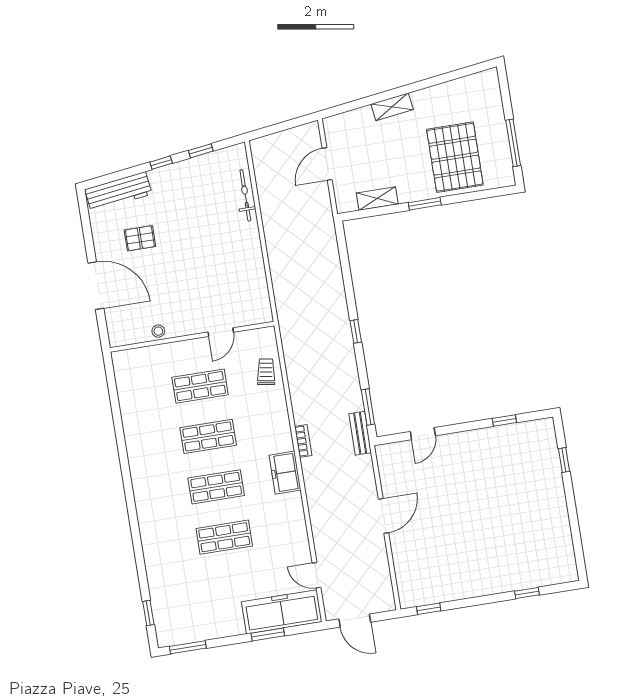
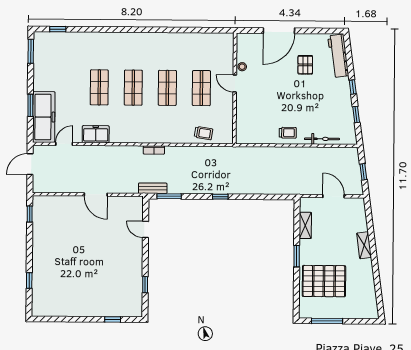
window: (284, 126) -> (363, 172), added
trolley: (245, 247) -> (288, 133), added
door: (221, 332) -> (235, 83), moved
freezer: (285, 473) -> (96, 134), moved

